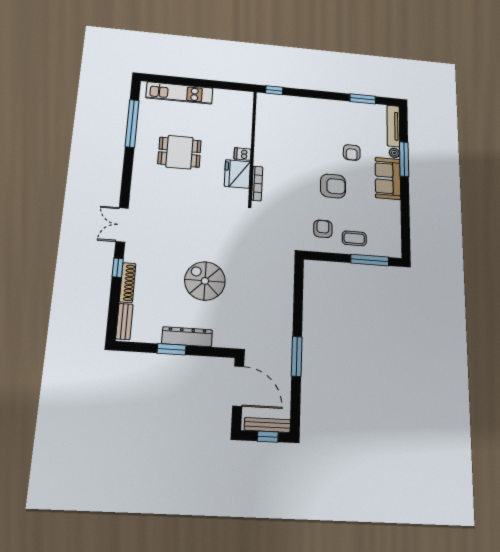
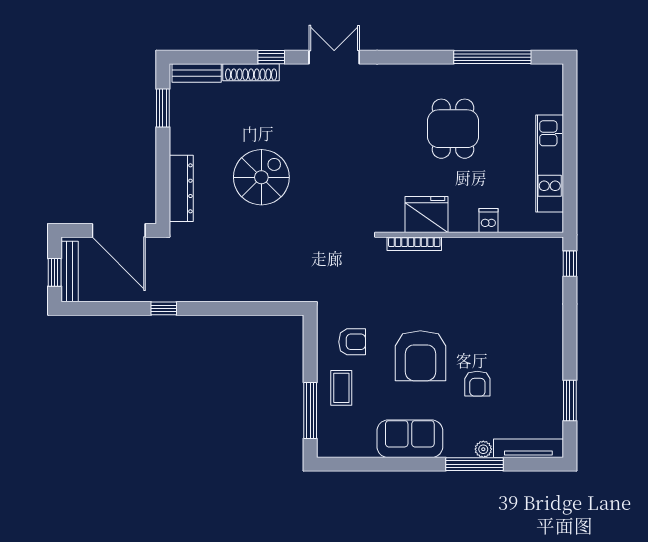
kitchen unit: (179, 93) -> (550, 163), moved
armchair: (352, 153) -> (477, 384), turned -90
dishwasher: (243, 154) -> (489, 220), moved
sofa: (388, 178) -> (410, 439), moved
armchair: (333, 186) -> (420, 356), width x1.36, depth x1.36
dresser: (187, 337) -> (181, 188), moved
window: (172, 349) -> (163, 108), moved
window: (297, 356) -> (164, 308), width x0.46
door: (238, 386) -> (119, 230), hinge flipped

